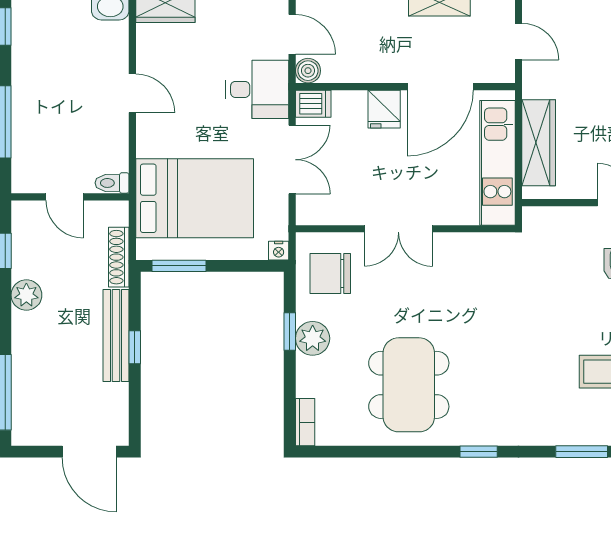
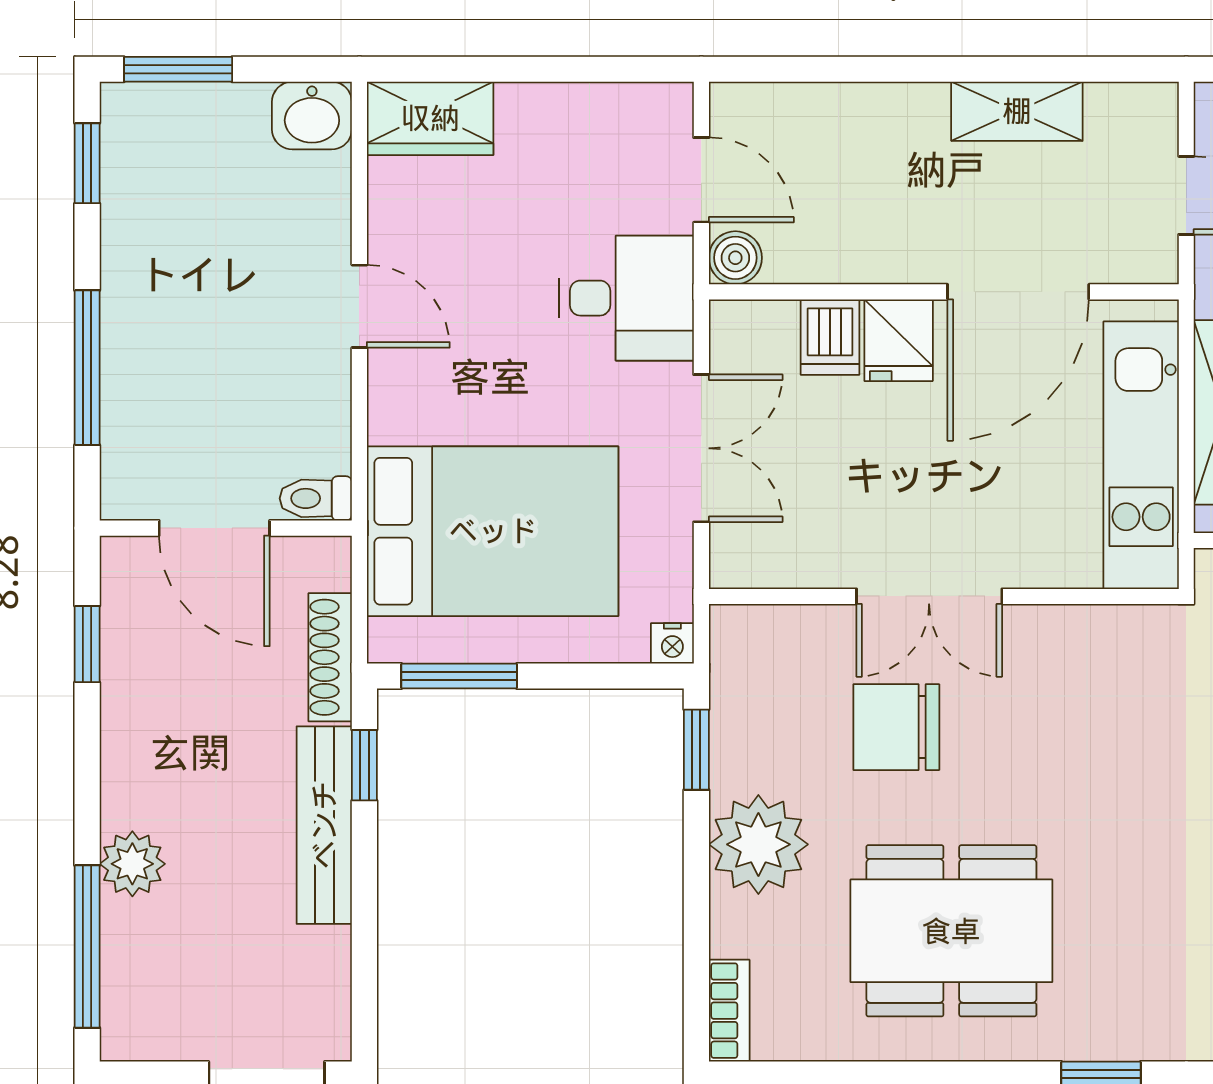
dishwasher: (313, 104) -> (830, 337), moved, turned 90
door: (65, 197) -> (214, 528), width x1.38
chair: (330, 273) -> (896, 727), moved
plant: (26, 295) -> (132, 864), moved
window: (290, 332) -> (696, 750), moved
plant: (313, 338) -> (758, 844), width x1.36, depth x1.36
window: (135, 347) -> (364, 765), moved
dining table: (409, 385) -> (951, 931), turned 90

